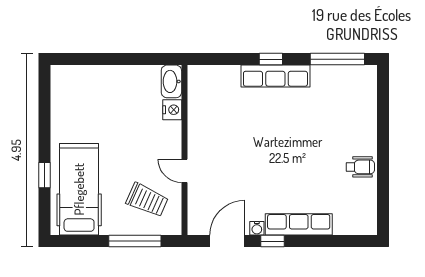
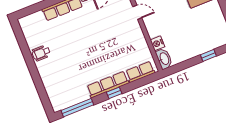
window: (100, 59) -> (208, 55), added
row of seats: (217, 76) -> (140, 72), added

